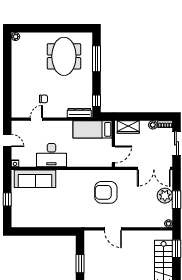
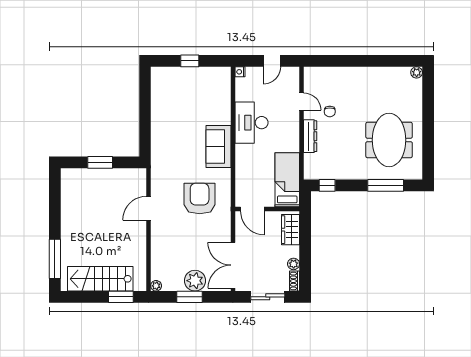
meeting table: (64, 56) -> (389, 140), turned 90
dresser: (79, 113) -> (310, 136), moved
sofa: (35, 179) -> (219, 147), moved, width x0.73

